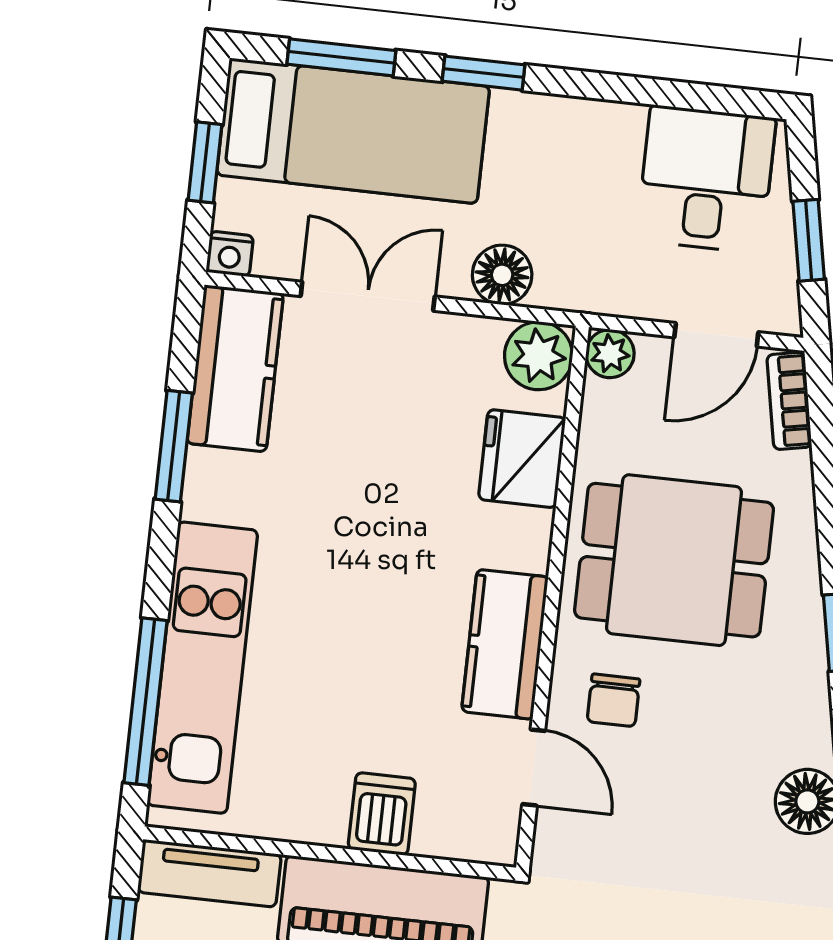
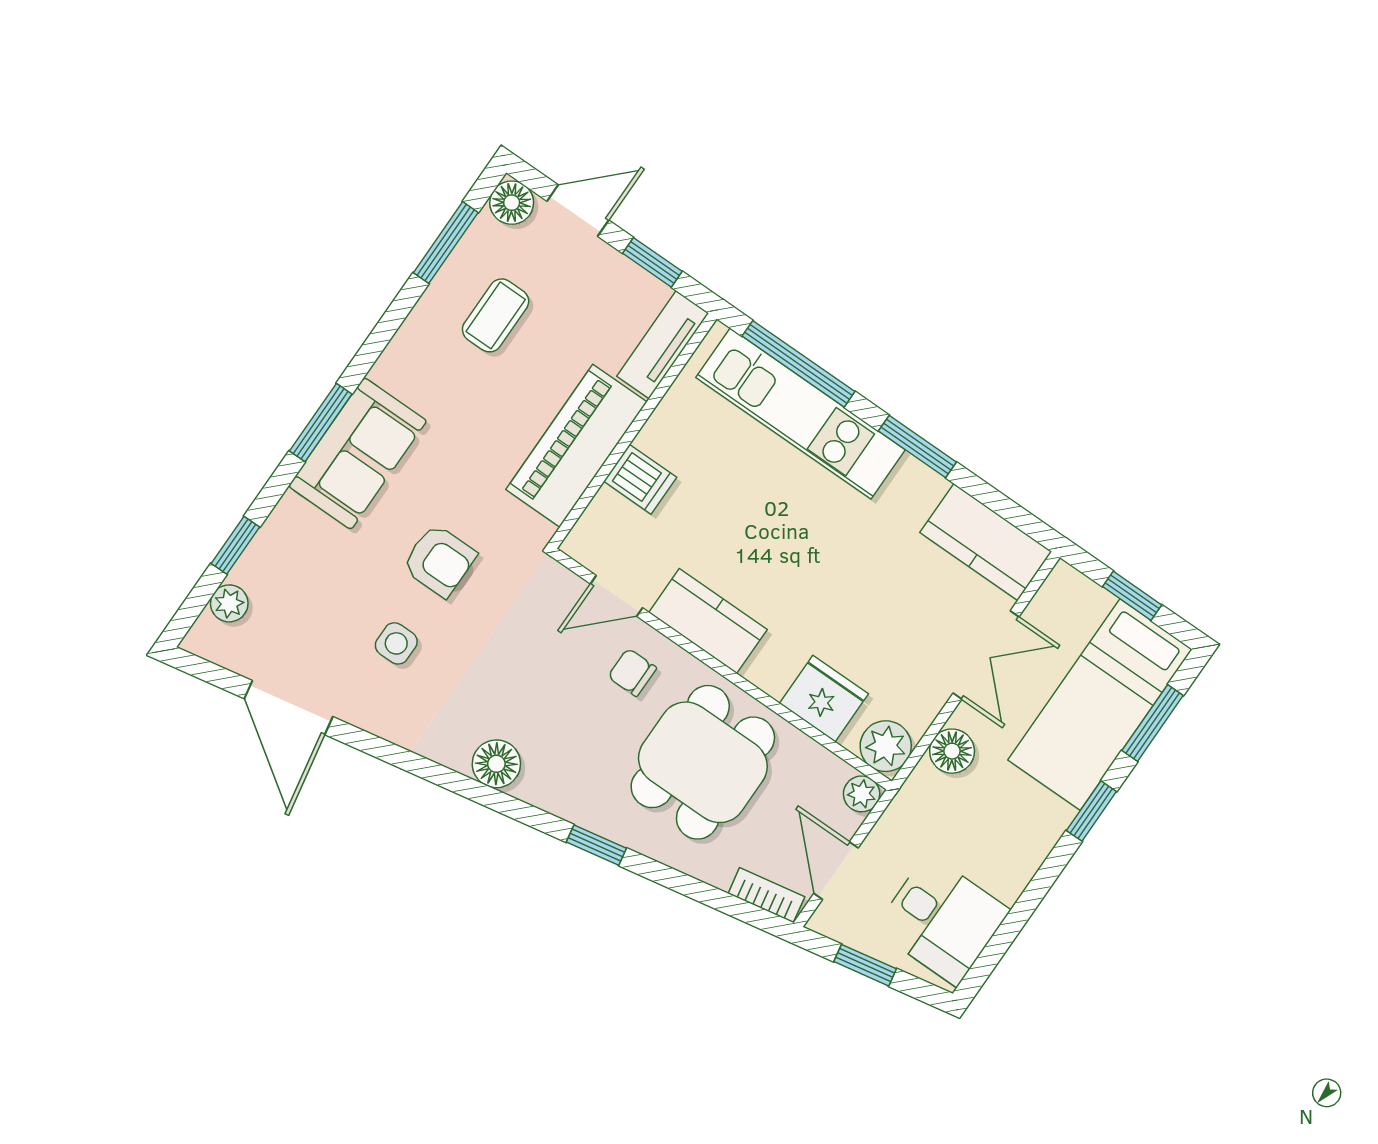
nightstand: (230, 254) -> (1063, 579), removed
window: (174, 446) -> (917, 446), moved

